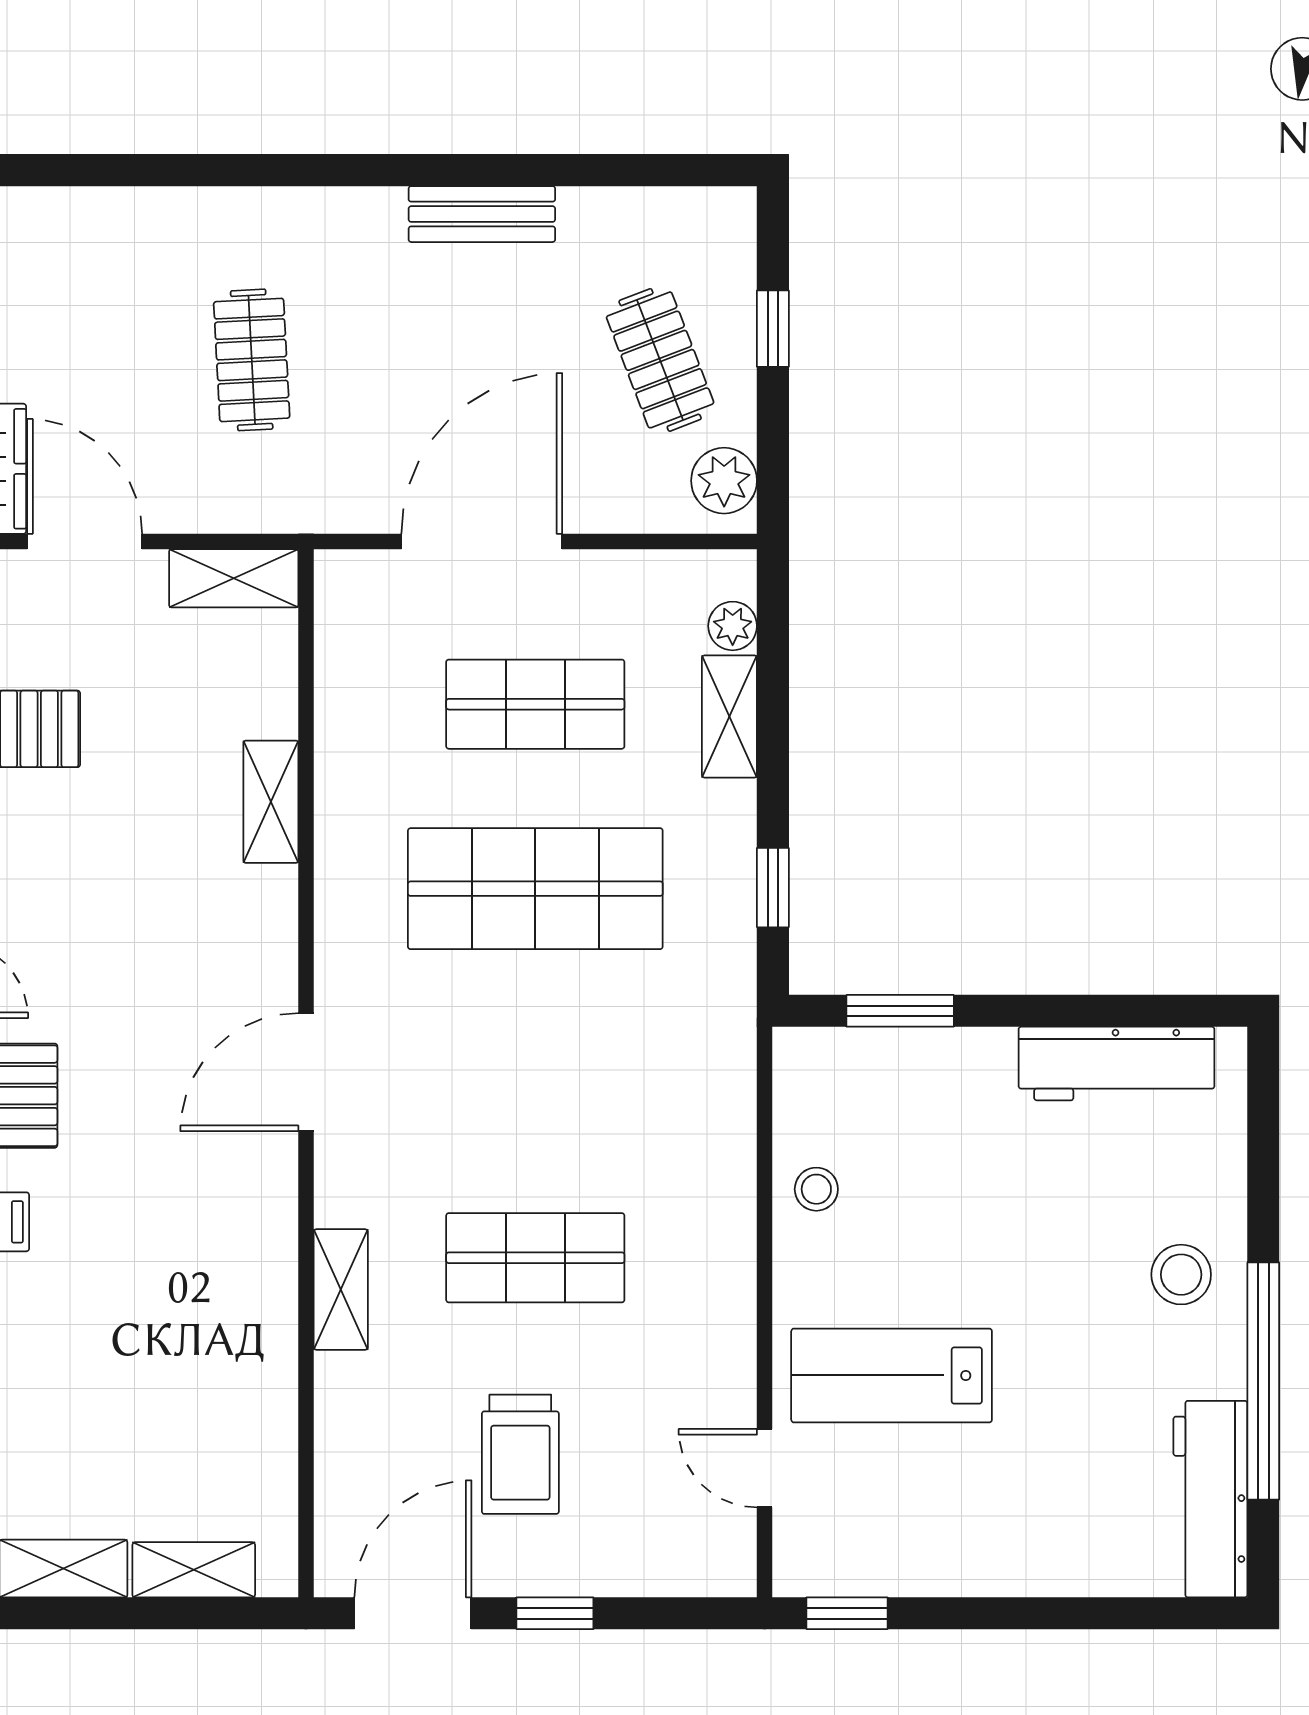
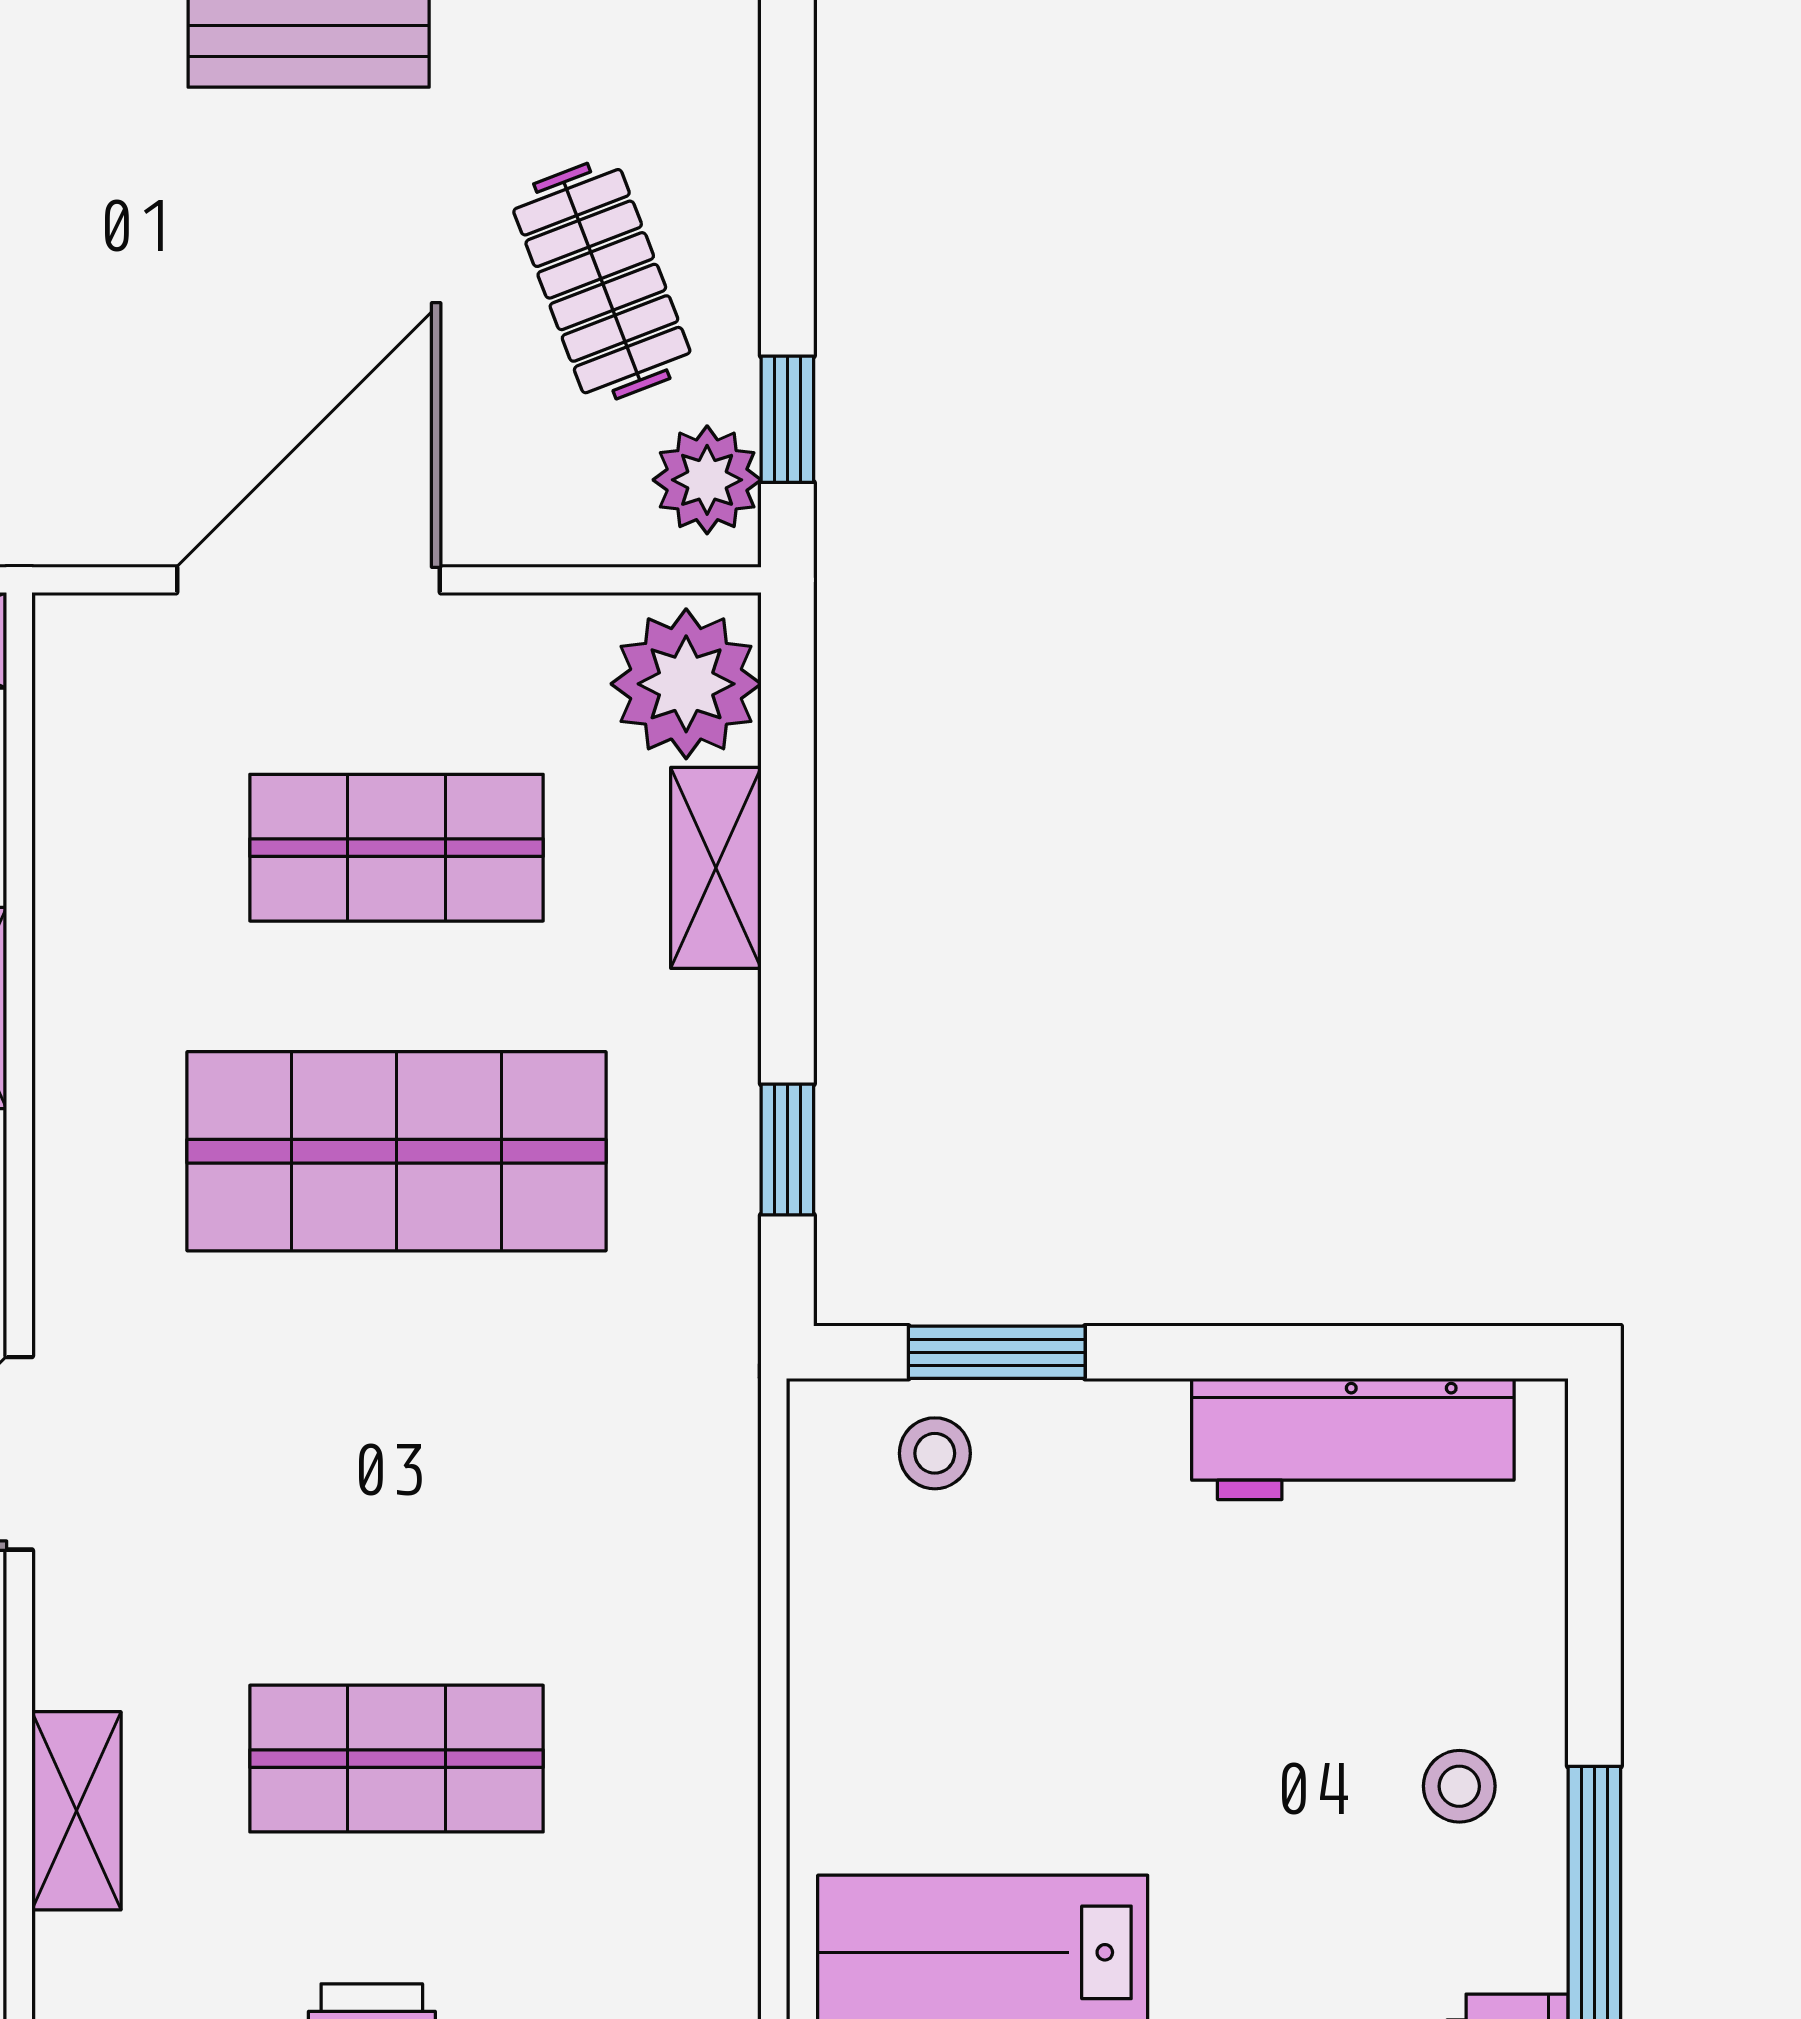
window: (773, 329) -> (787, 419), moved
plant: (733, 626) -> (686, 684), width x1.88, depth x1.88
stool: (816, 1189) -> (935, 1453), moved
stool: (1181, 1275) -> (1459, 1786), width x0.73, depth x0.73

